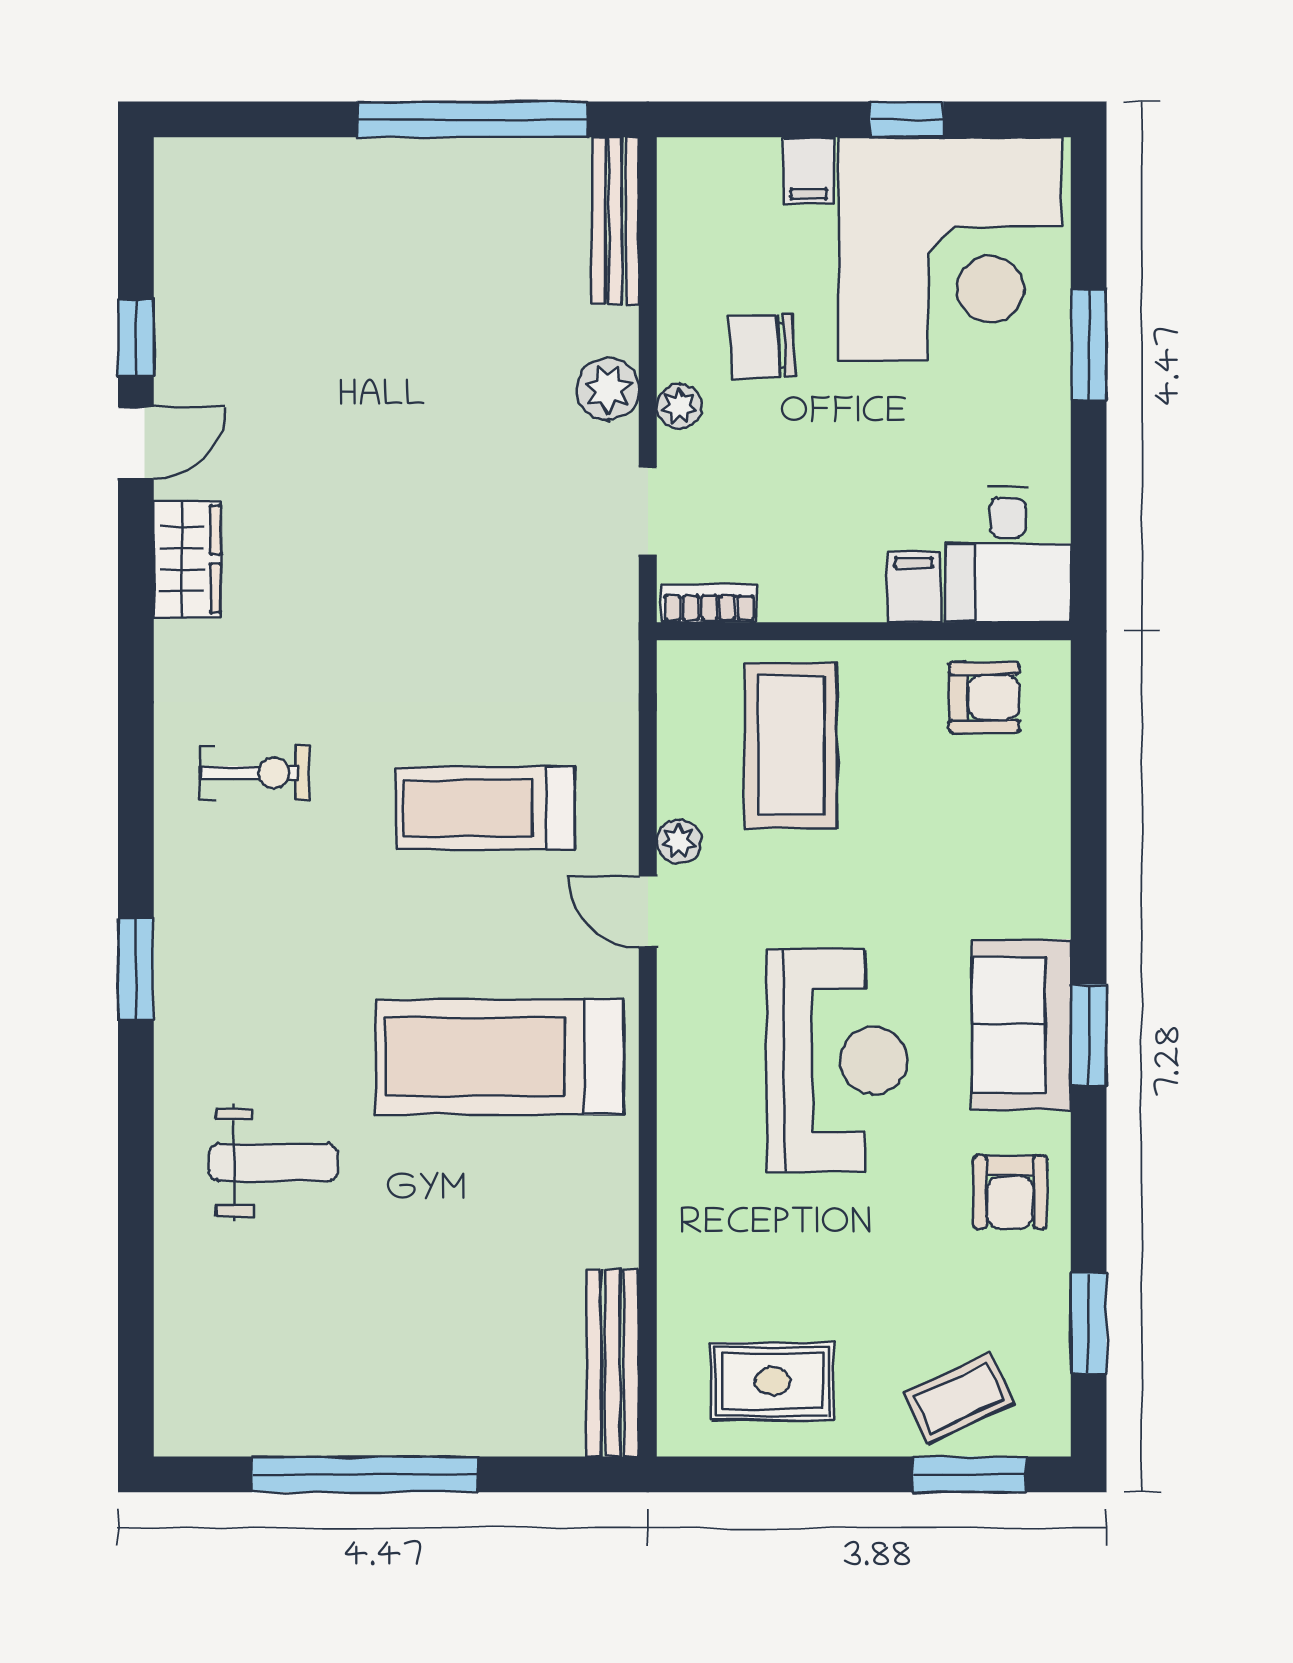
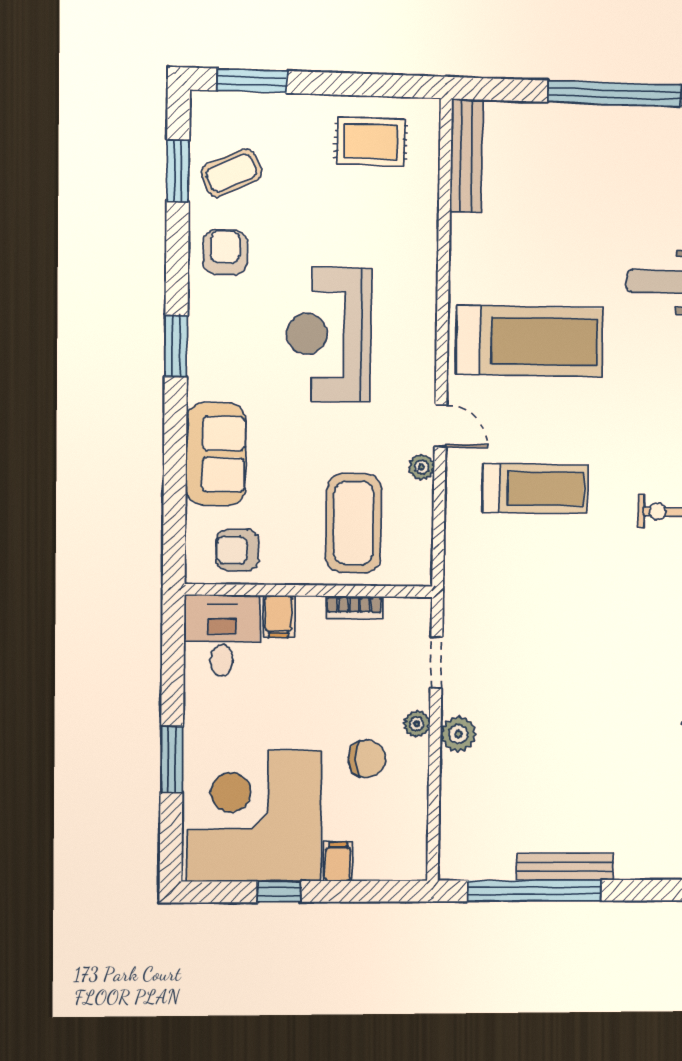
bench: (615, 221) -> (565, 867), moved, turned 90
bookcase: (709, 603) -> (354, 607), moved
sofa: (1022, 1025) -> (216, 454), moved
coffee table: (959, 1398) -> (231, 173), moved

